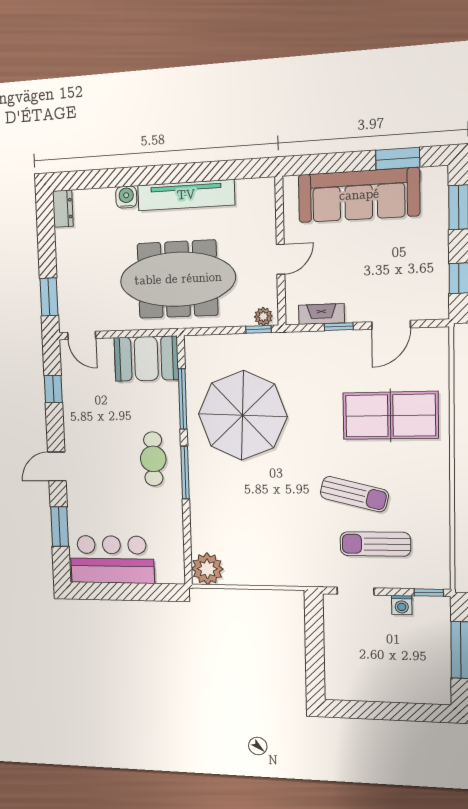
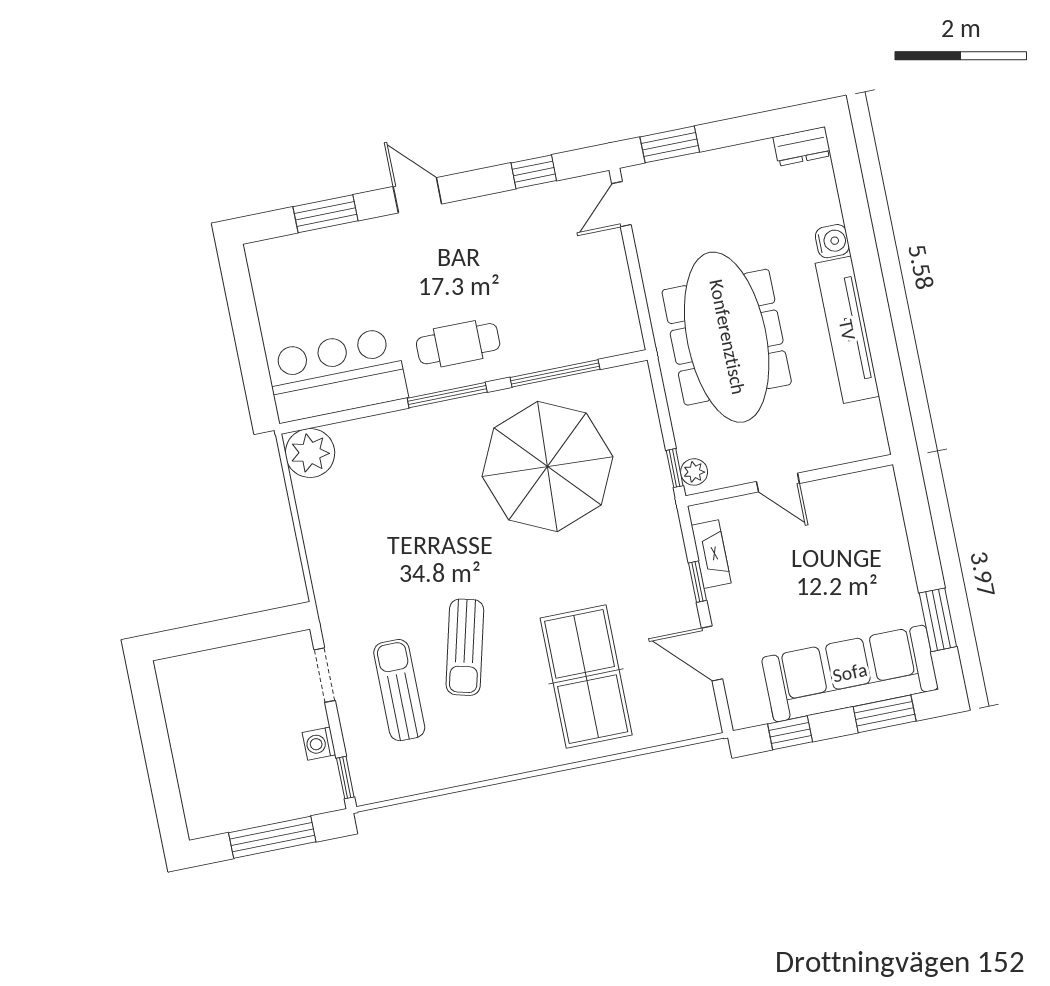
sofa: (359, 195) -> (850, 673), moved, turned 90
booth: (146, 359) -> (604, 309), removed
bar counter: (112, 559) -> (337, 375), moved, turned -90

